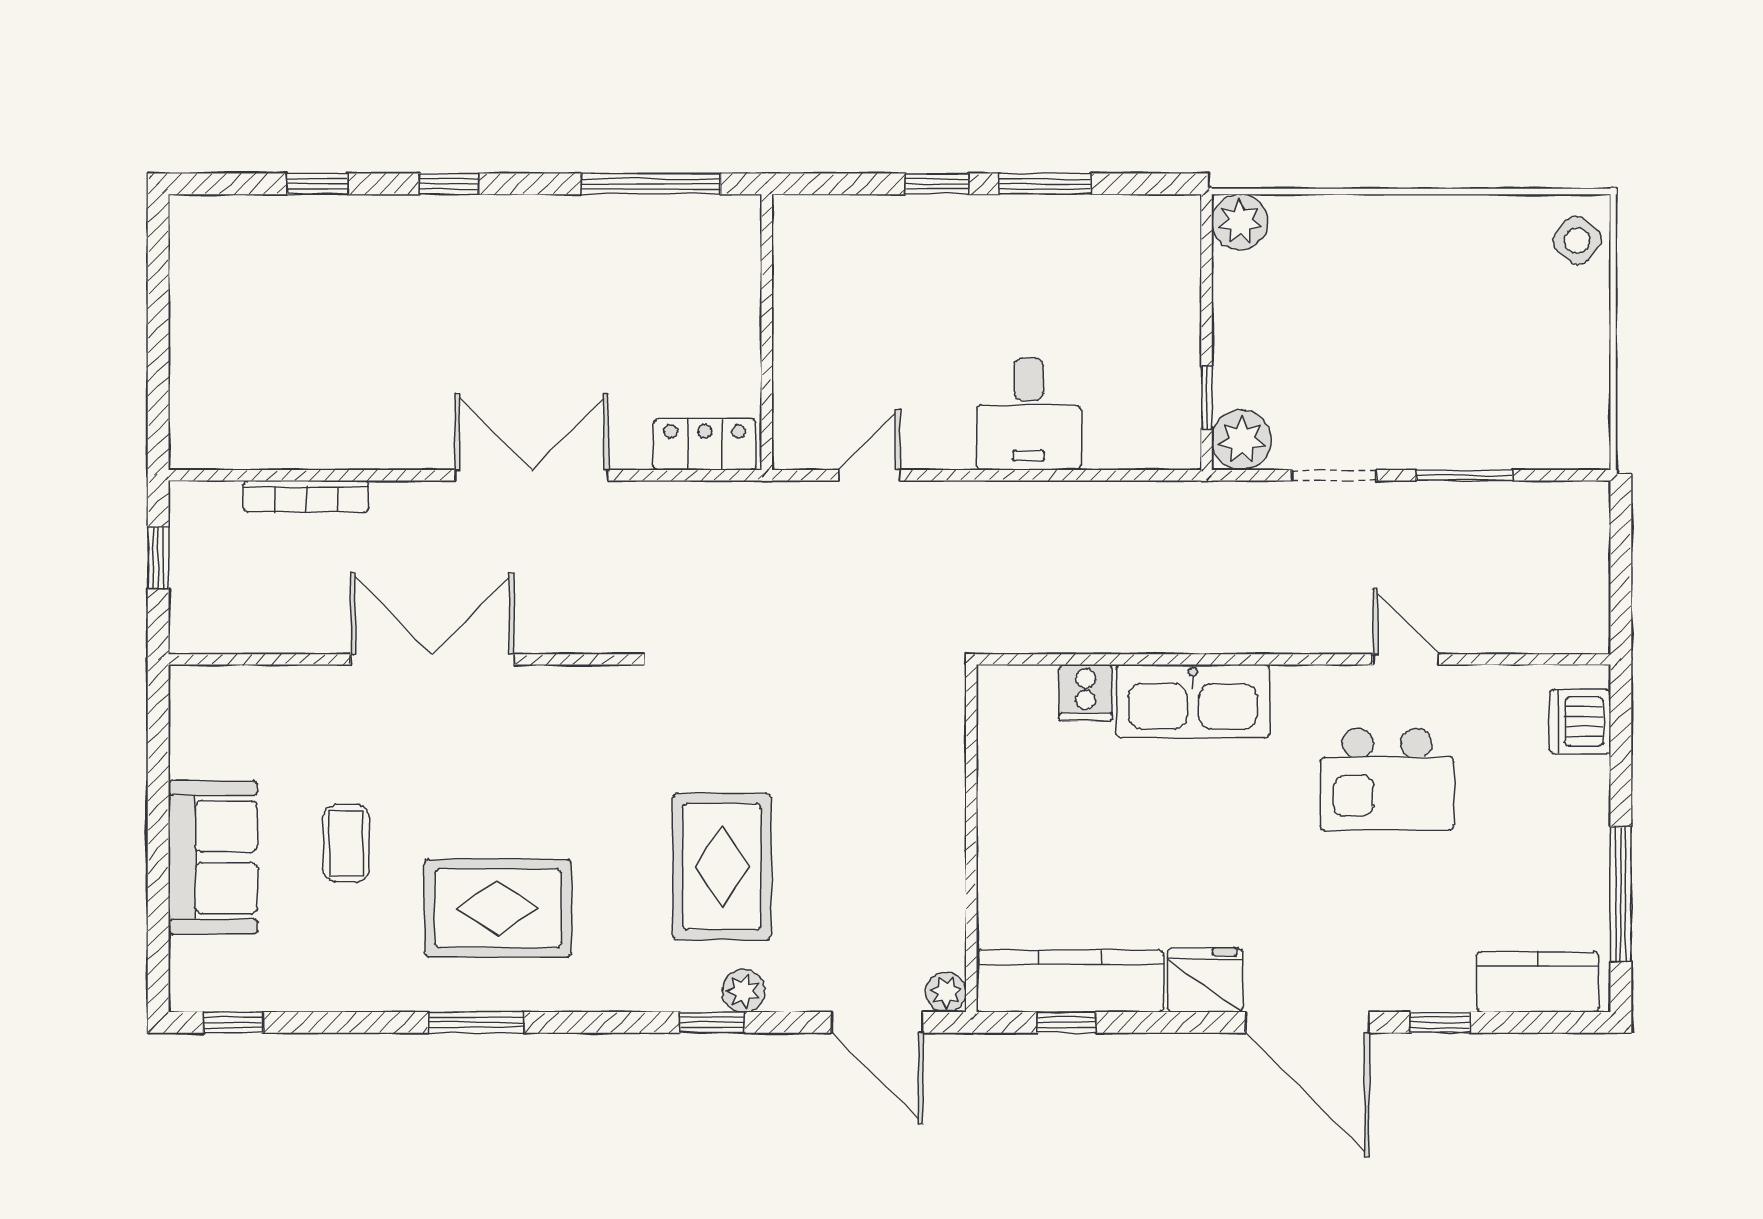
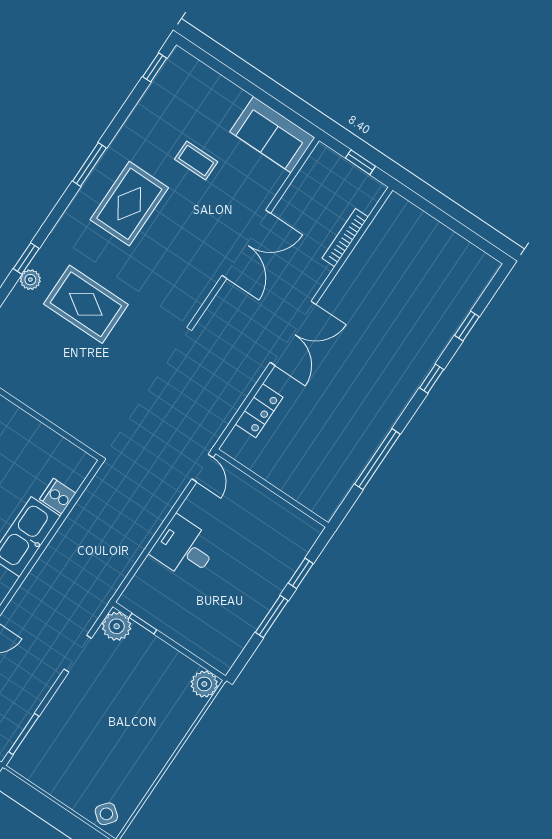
wall: (767, 332) -> (272, 488), moved
window: (1465, 475) -> (24, 734), moved
sofa: (213, 857) -> (272, 135), moved

